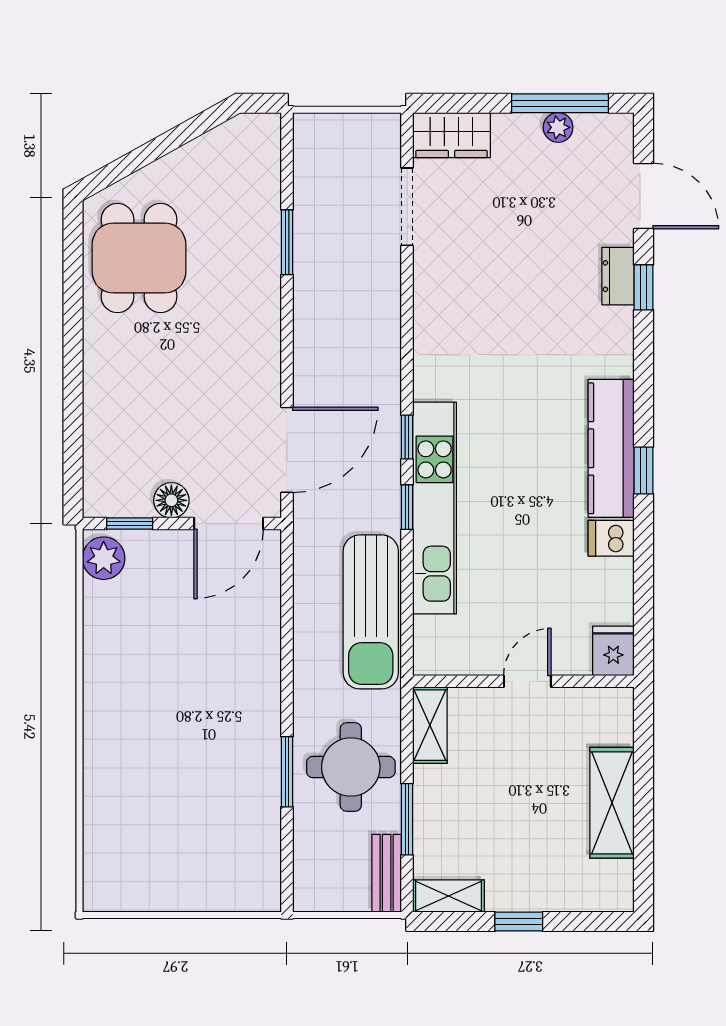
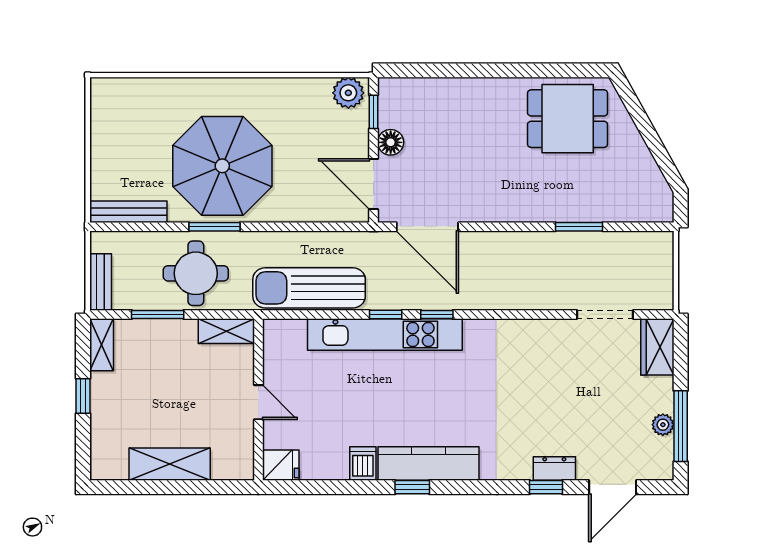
parasol: (204, 731) -> (222, 166), added
window: (287, 772) -> (215, 227), moved
bench: (267, 859) -> (128, 212), added
bench: (387, 873) -> (101, 282), moved, turned 90

